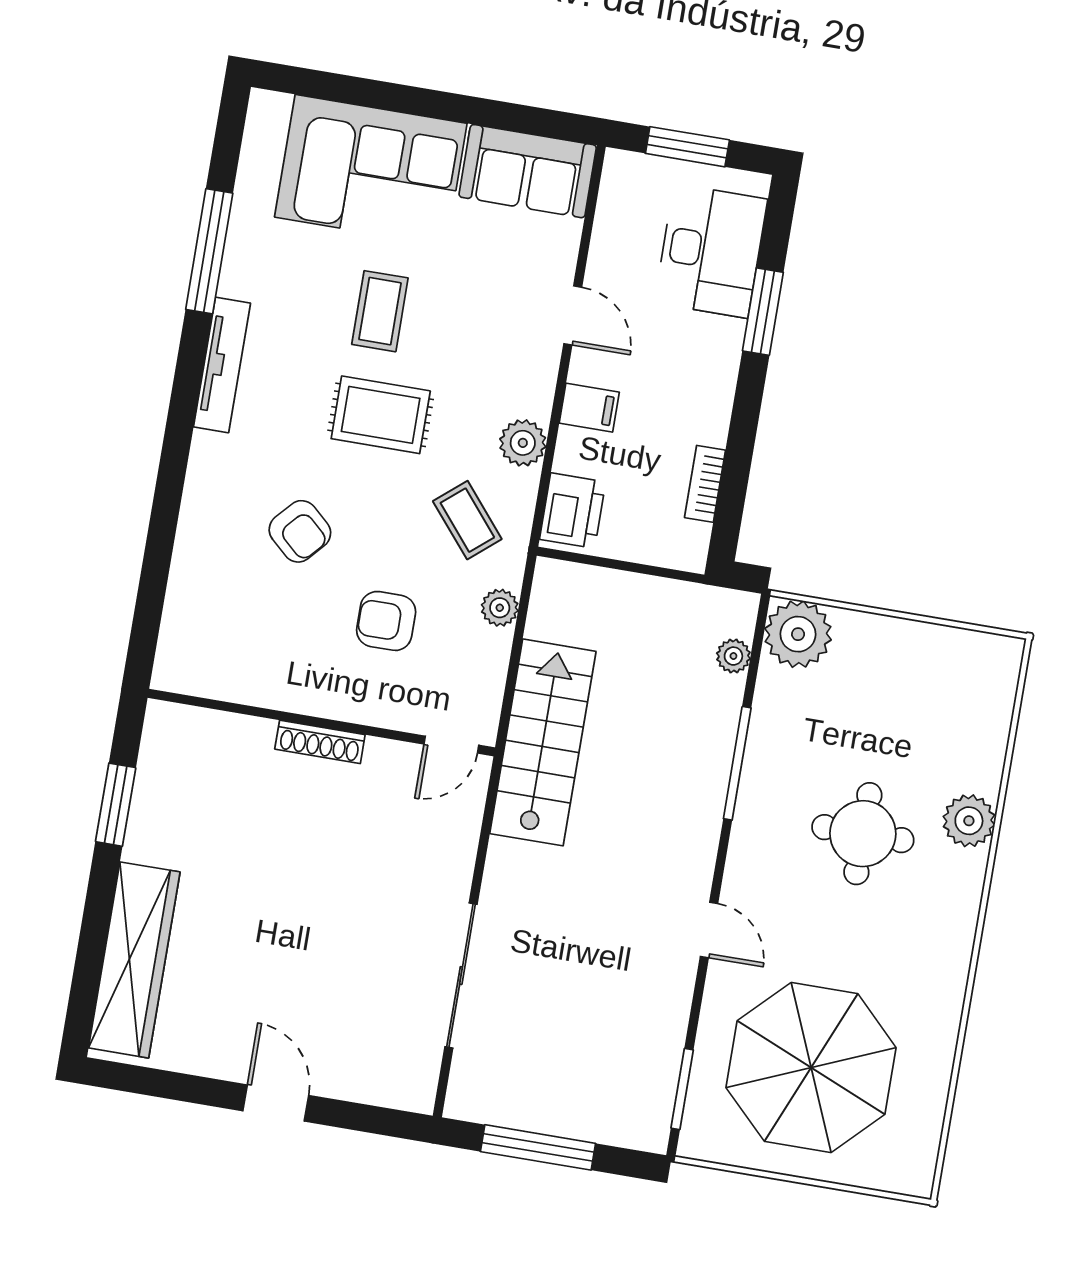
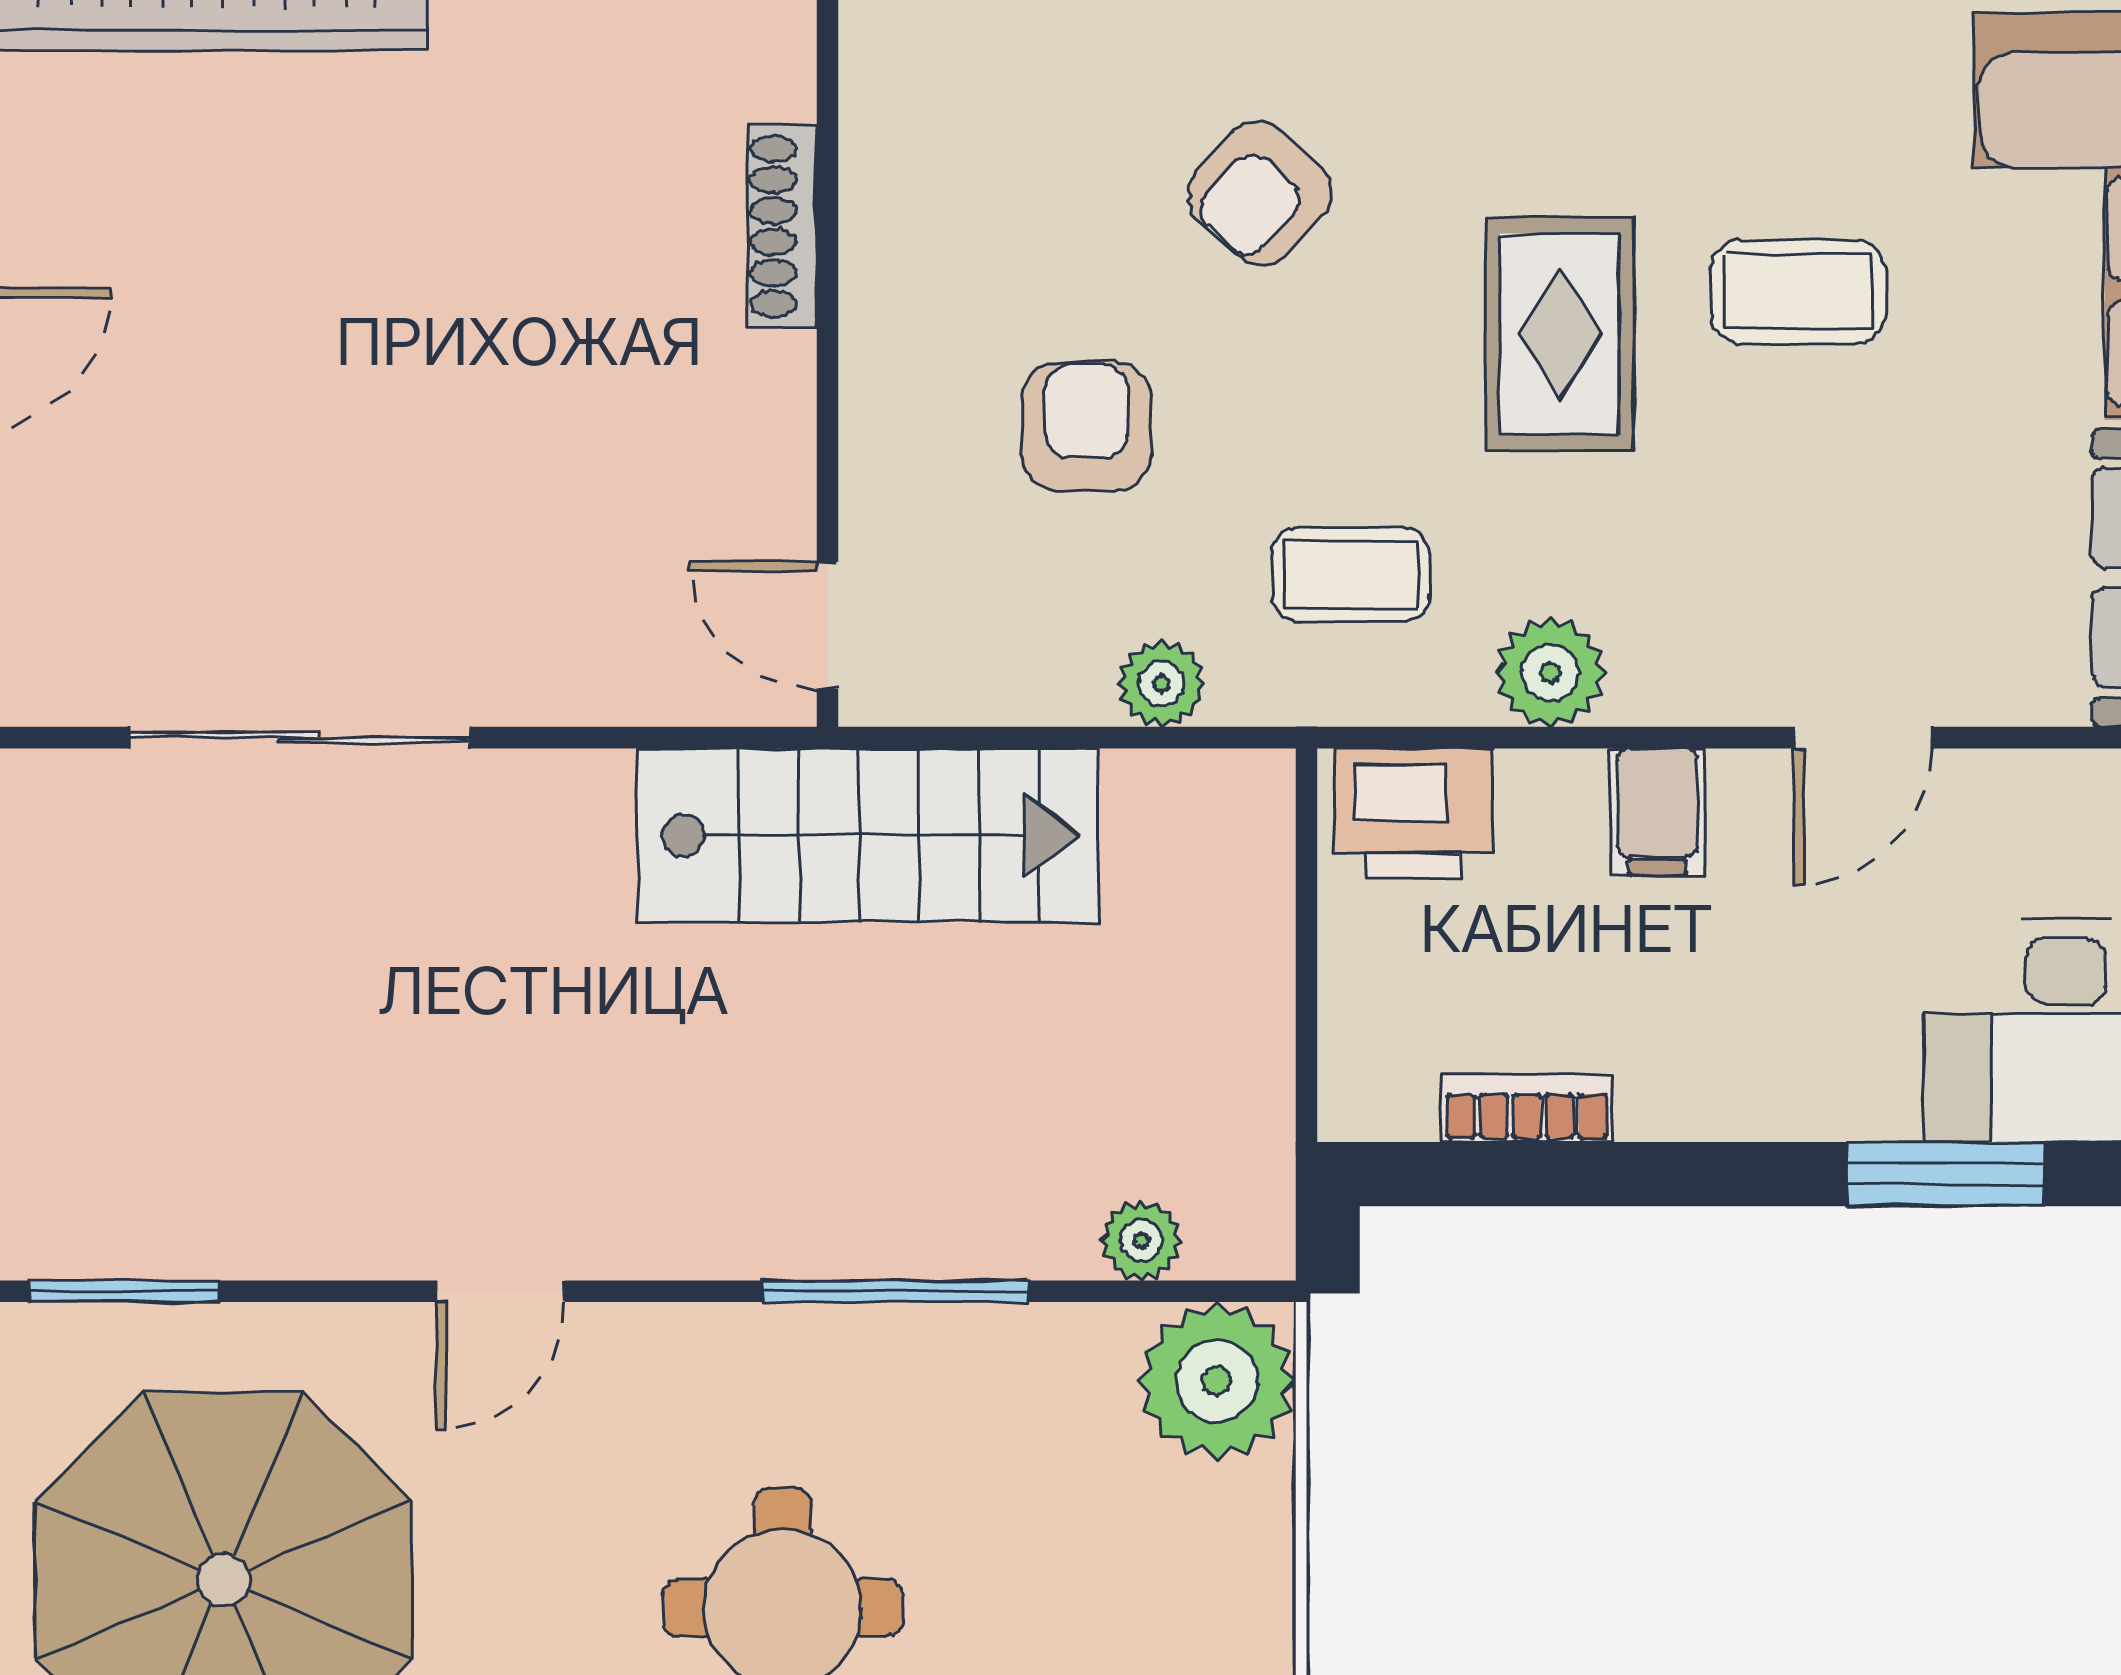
coffee table: (467, 520) -> (1351, 575), turned 40
shoe rack: (320, 742) -> (782, 226), moved

